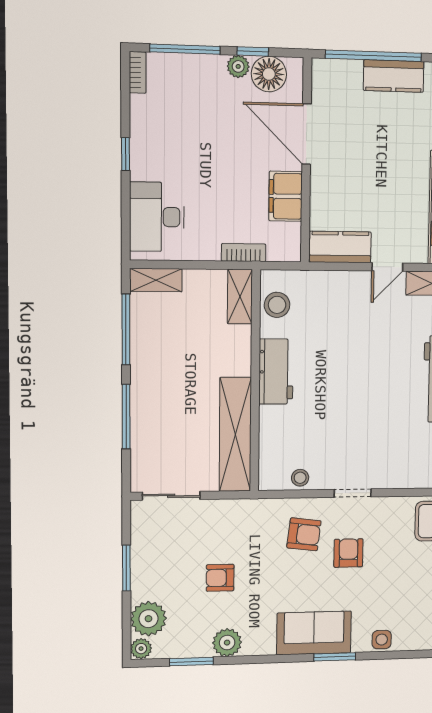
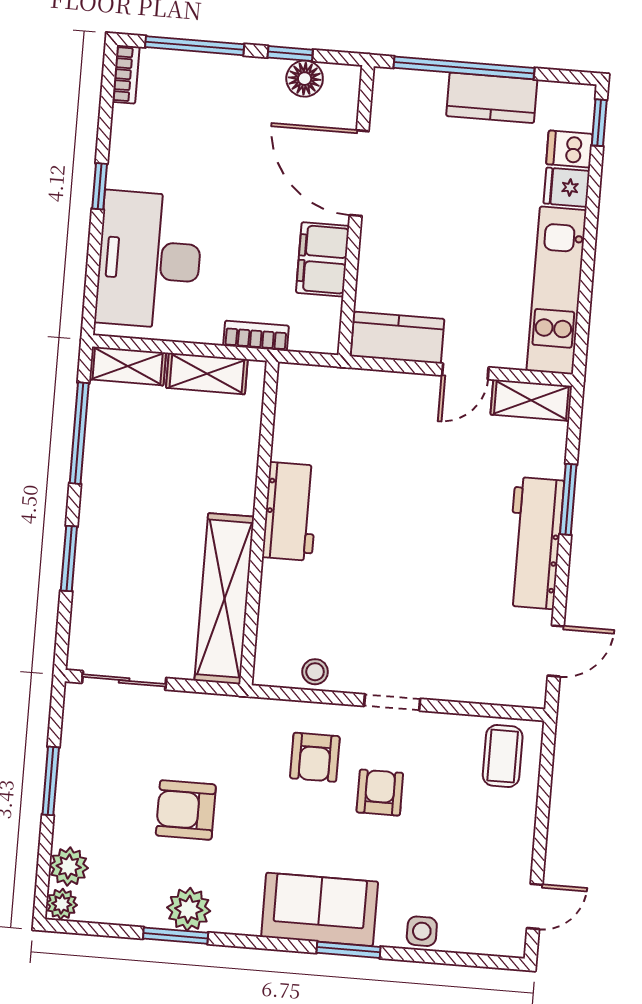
plant: (238, 66) -> (268, 73), removed
floor lamp: (269, 74) -> (305, 79), width x0.73, depth x0.73
desk: (157, 217) -> (149, 260), width x1.36, depth x1.30
shelving: (240, 297) -> (207, 374), moved, turned 90
stool: (277, 305) -> (299, 414), removed
window: (126, 417) -> (69, 559), width x0.69
armchair: (304, 534) -> (315, 757), turned 83
armchair: (220, 578) -> (186, 810), width x1.38, depth x1.38
plant: (149, 619) -> (69, 867), width x0.73, depth x0.73
window: (191, 662) -> (176, 936), moved

